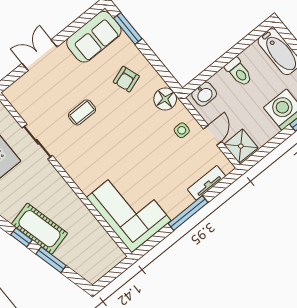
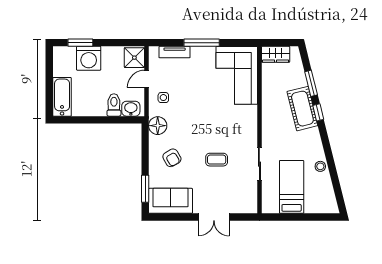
toilet: (239, 72) -> (114, 105), moved
armchair: (126, 79) -> (172, 158), turned 79
wardrobe: (108, 260) -> (276, 54), added

